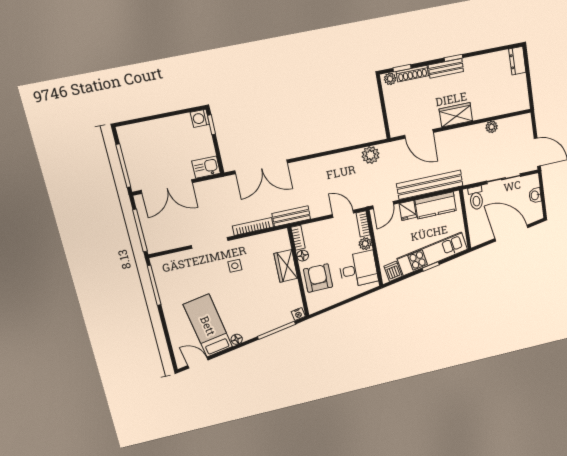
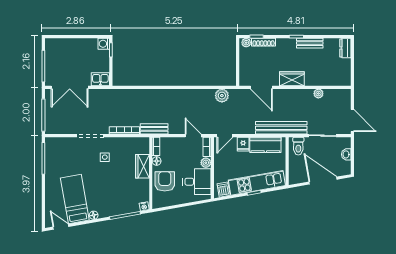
bench: (446, 68) -> (310, 43), moved
double door: (261, 167) -> (140, 87), removed
bench: (430, 185) -> (281, 128), moved

